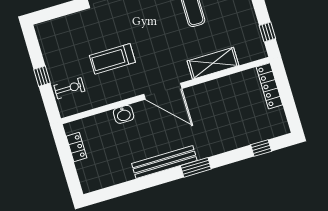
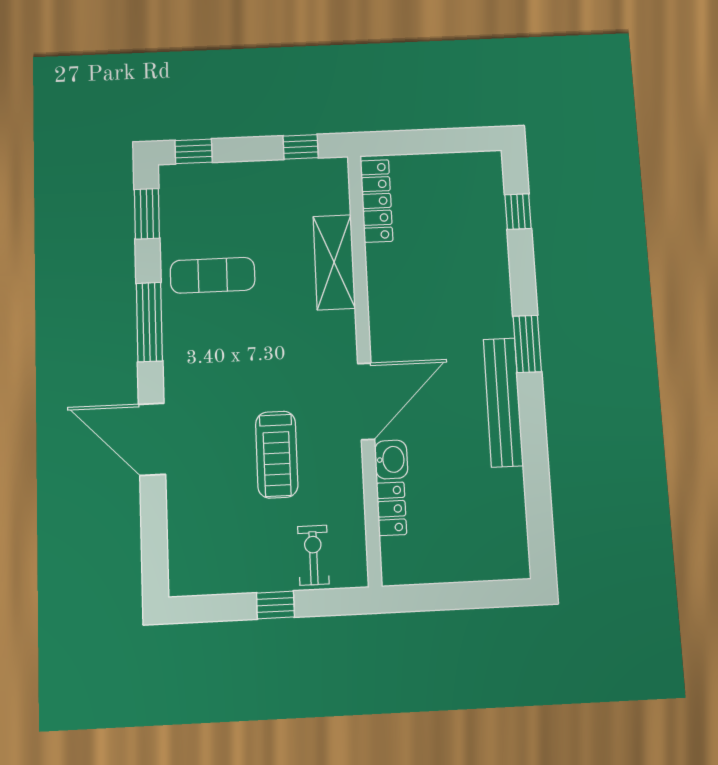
locker: (269, 86) -> (377, 201), moved, turned -90
door: (163, 91) -> (366, 401), moved
locker: (76, 147) -> (391, 509), moved, turned 90

